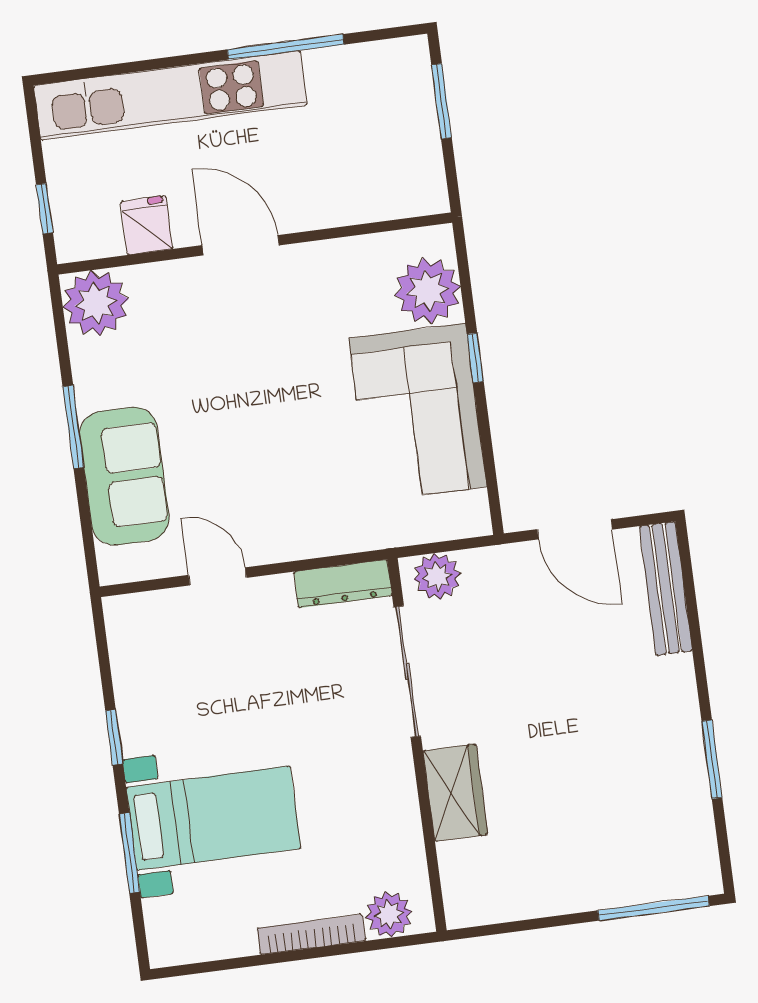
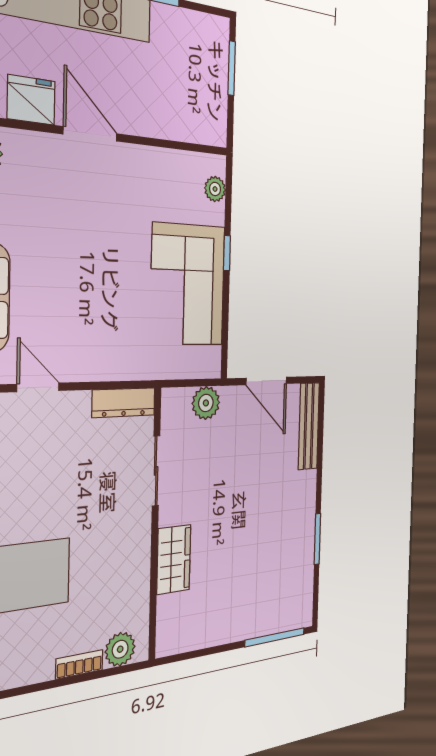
fridge: (147, 225) -> (31, 100), width x1.38
plant: (428, 291) -> (215, 189), width x0.53, depth x0.53
plant: (437, 576) -> (206, 403), moved
sliding door: (407, 672) -> (156, 471), width x0.73
bookcase: (311, 934) -> (79, 664), width x0.64

